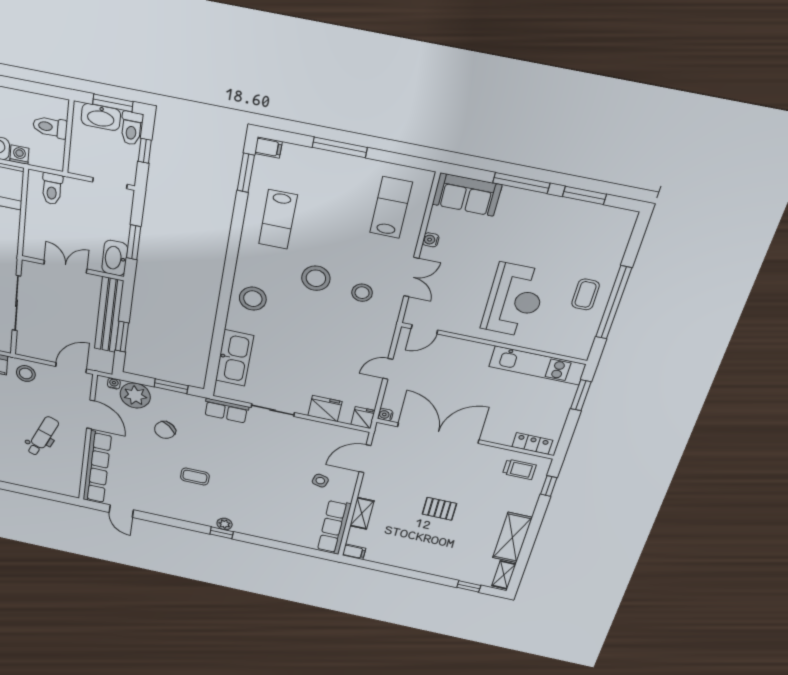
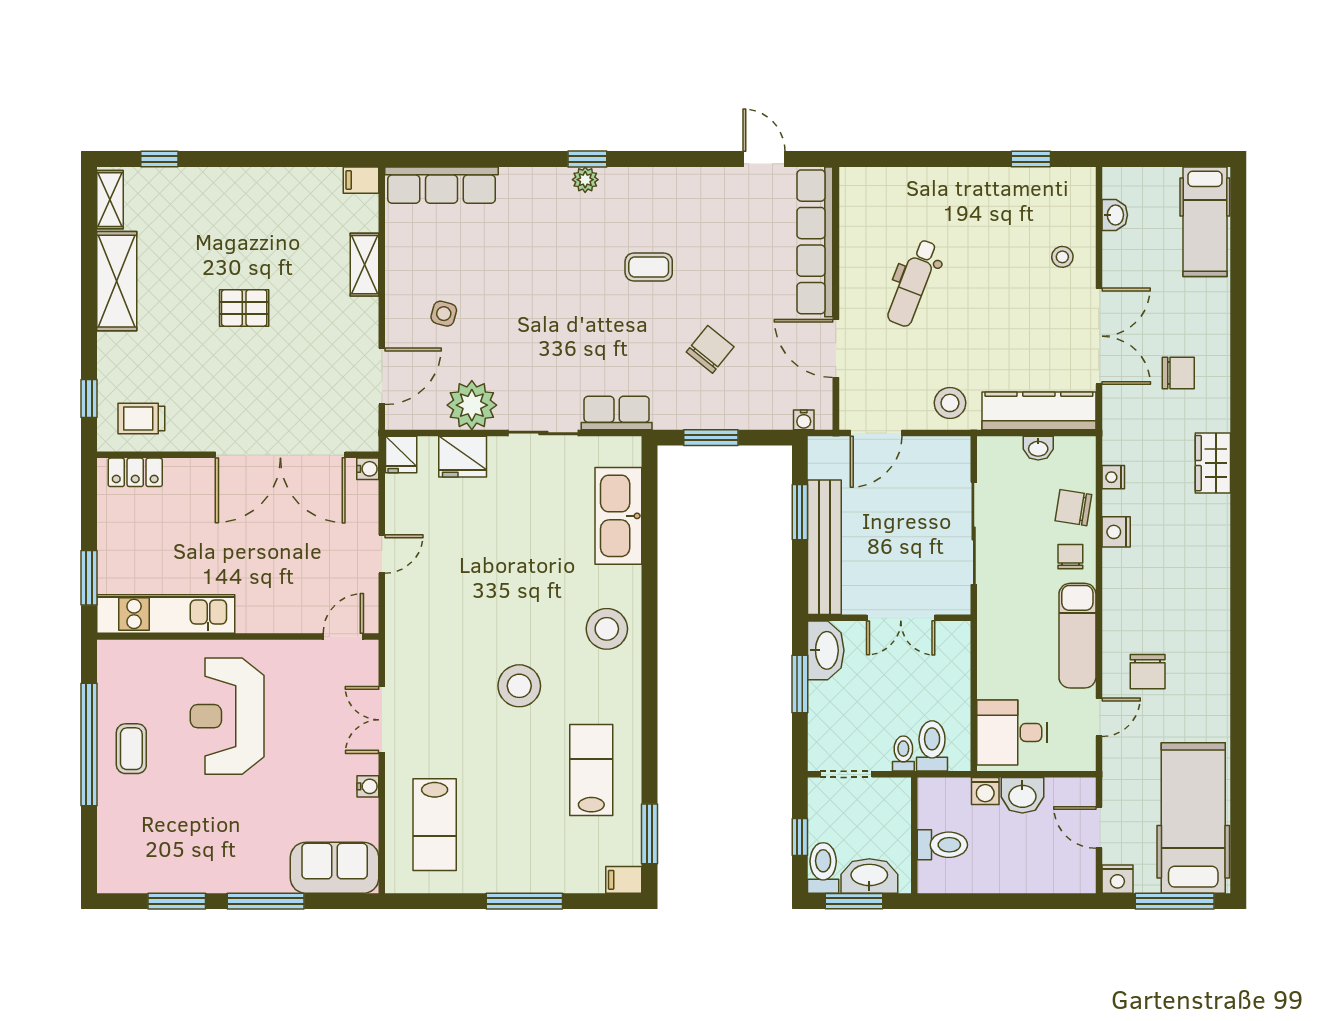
toilet: (71, 188) -> (903, 753), added
stool: (362, 293) -> (447, 677), removed
plant: (135, 395) -> (472, 405), moved
row of seats: (334, 527) -> (442, 185), moved, turned 90

